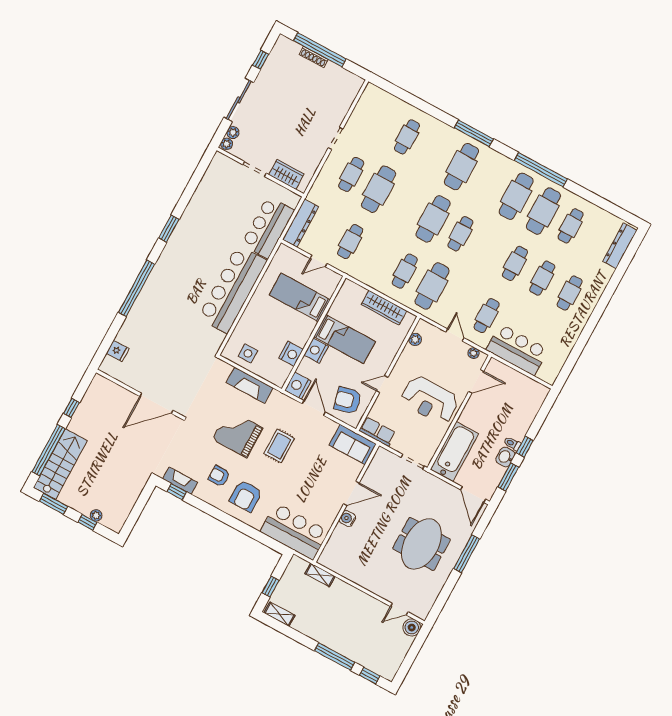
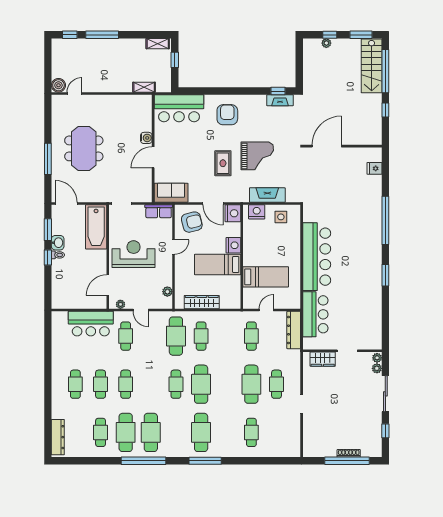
nightstand: (291, 354) -> (257, 212), moved, turned 90
armchair: (219, 476) -> (254, 119), removed

